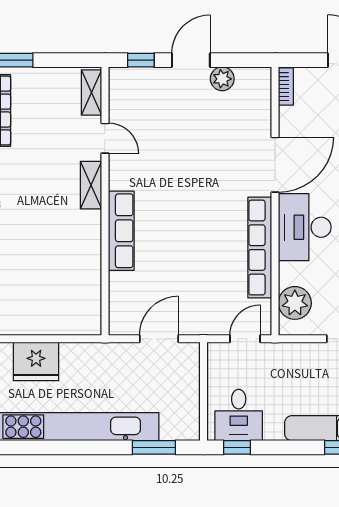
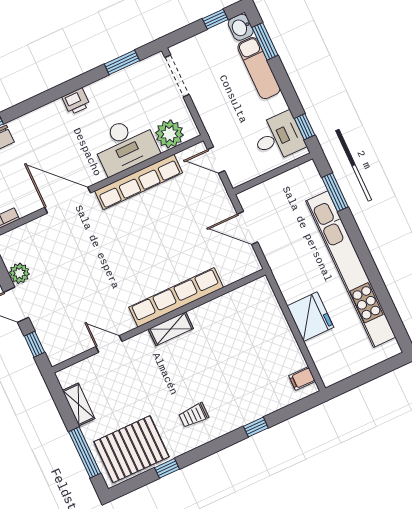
shelving: (91, 93) -> (79, 404), moved, turned 90
door: (105, 138) -> (109, 344), hinge flipped
shelving: (91, 185) -> (171, 329), moved
desk: (305, 227) -> (125, 145), moved
row of seats: (121, 231) -> (176, 297), width x1.36

